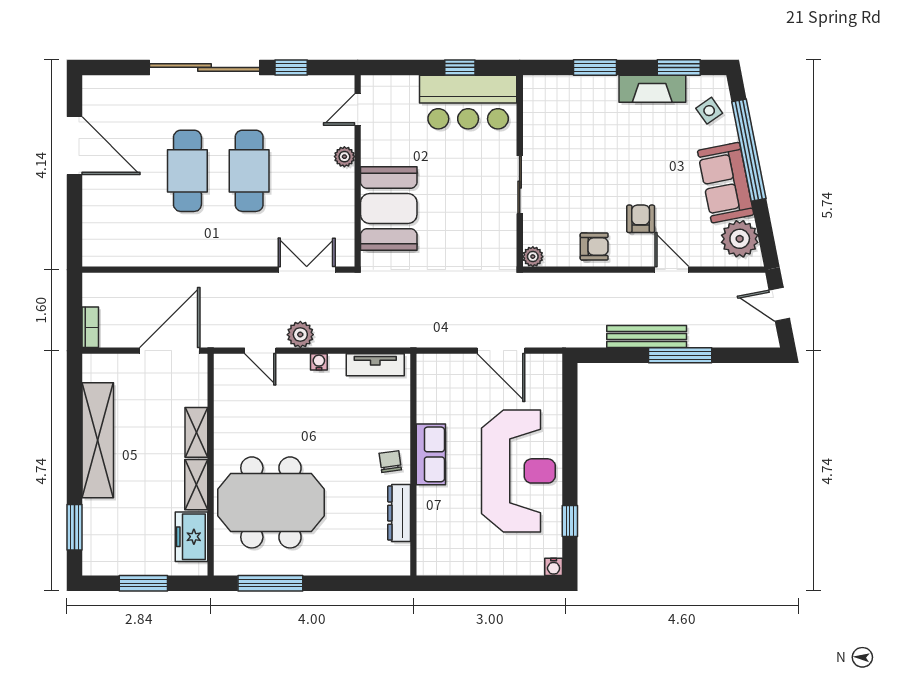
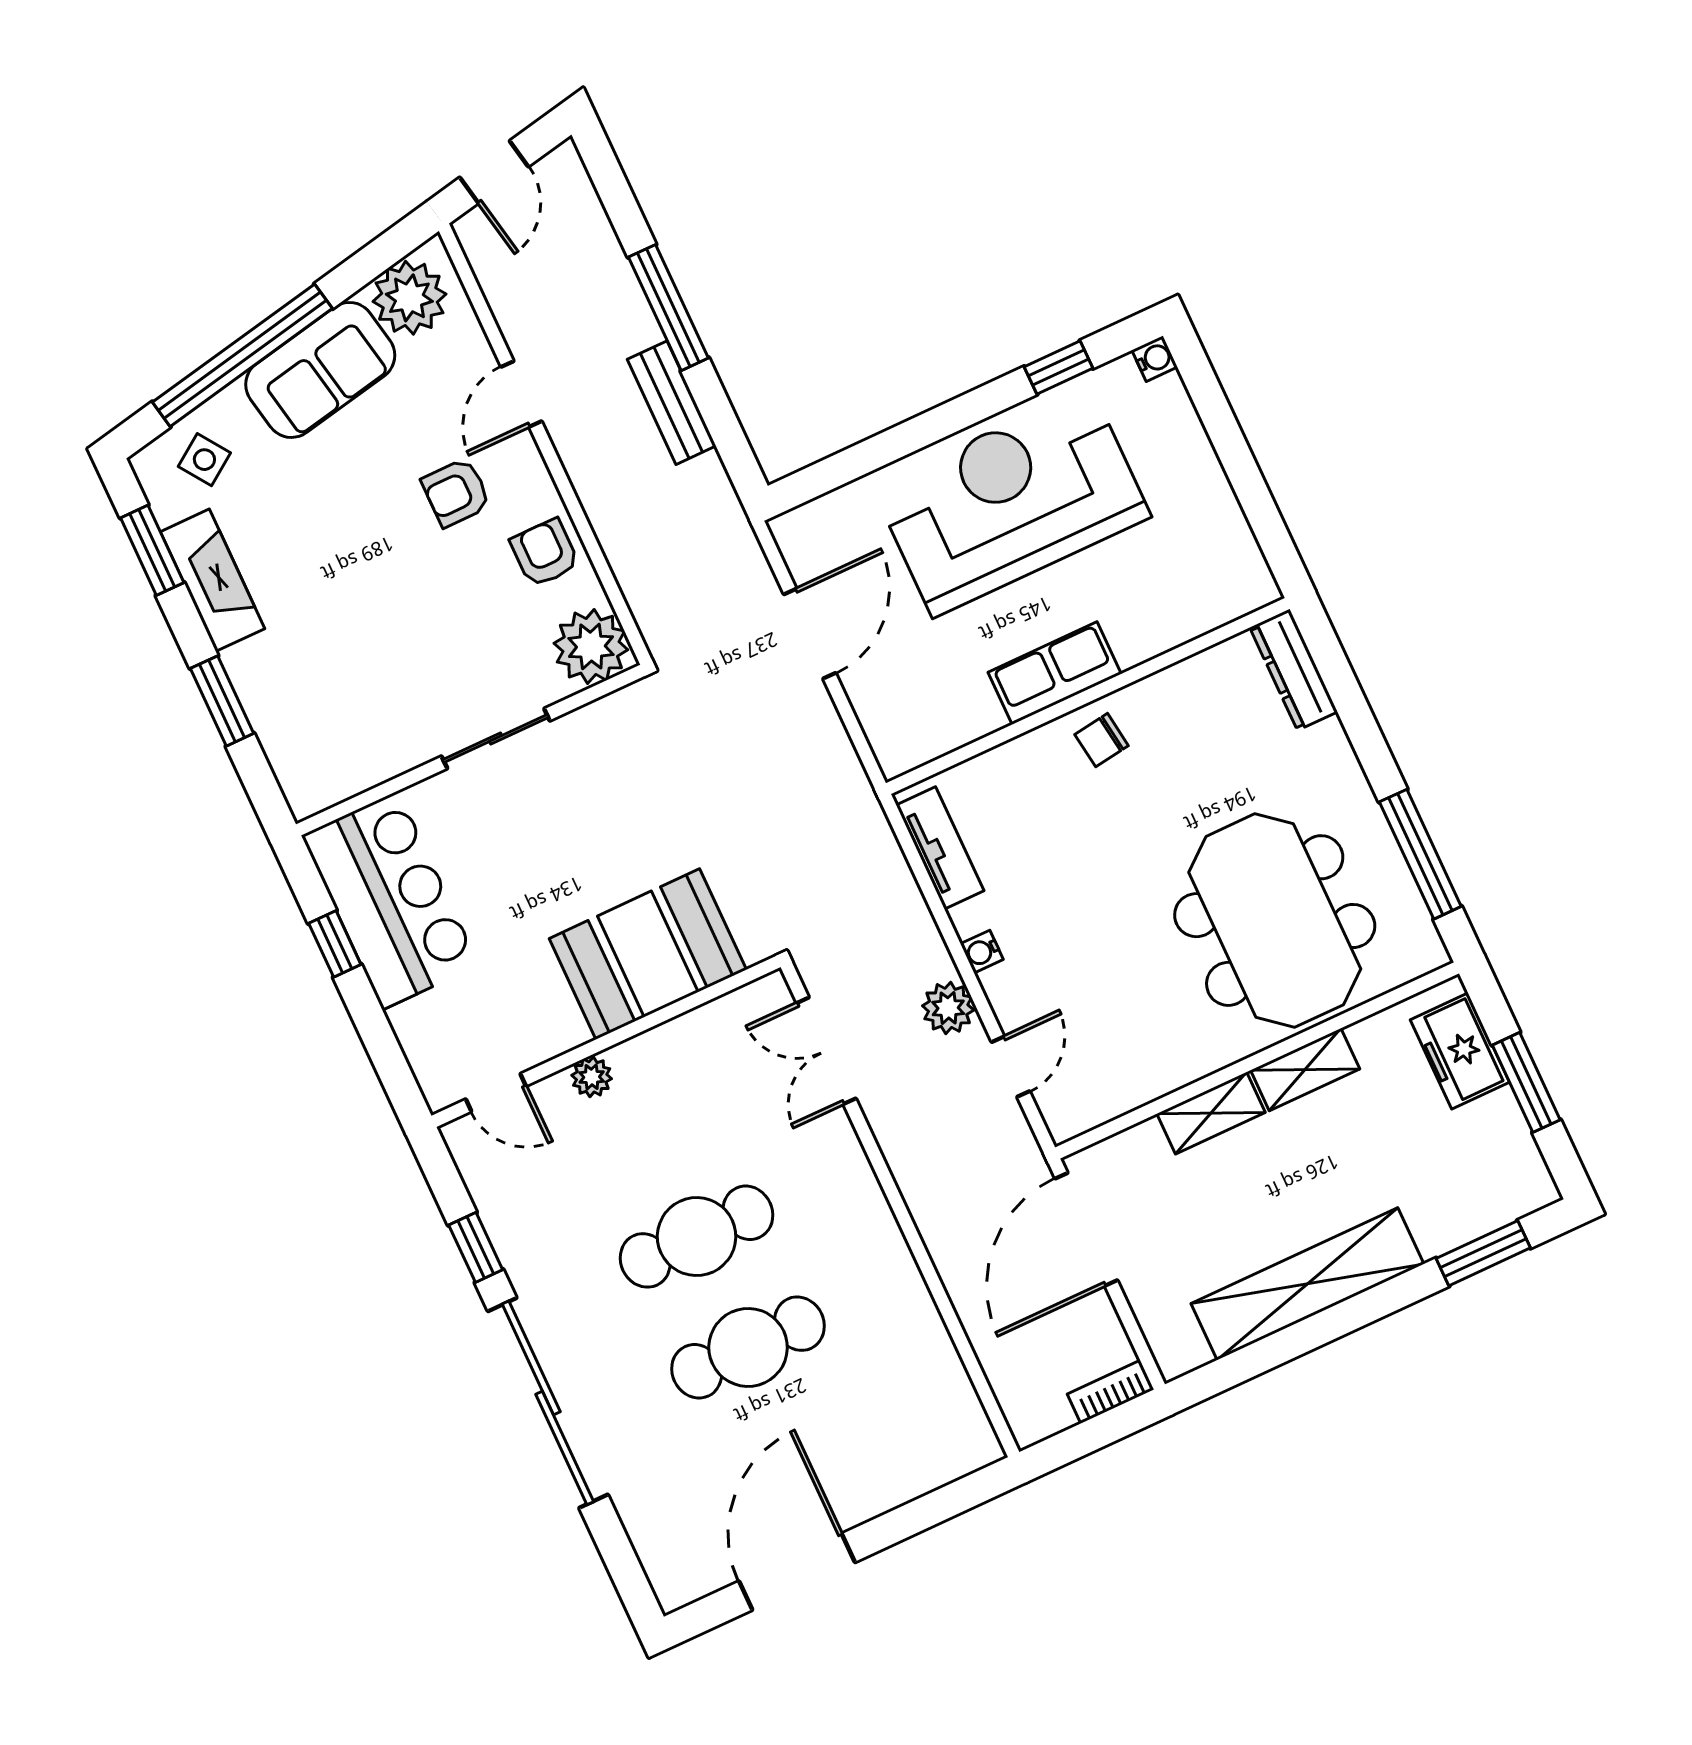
plant: (533, 257) -> (591, 647), width x1.87, depth x1.87
bench: (647, 336) -> (672, 403), width x0.73
door: (170, 351) -> (1086, 1229), hinge flipped
dresser: (399, 513) -> (1294, 670), moved, turned 90
freezer: (192, 537) -> (1460, 1051), moved, turned 90

